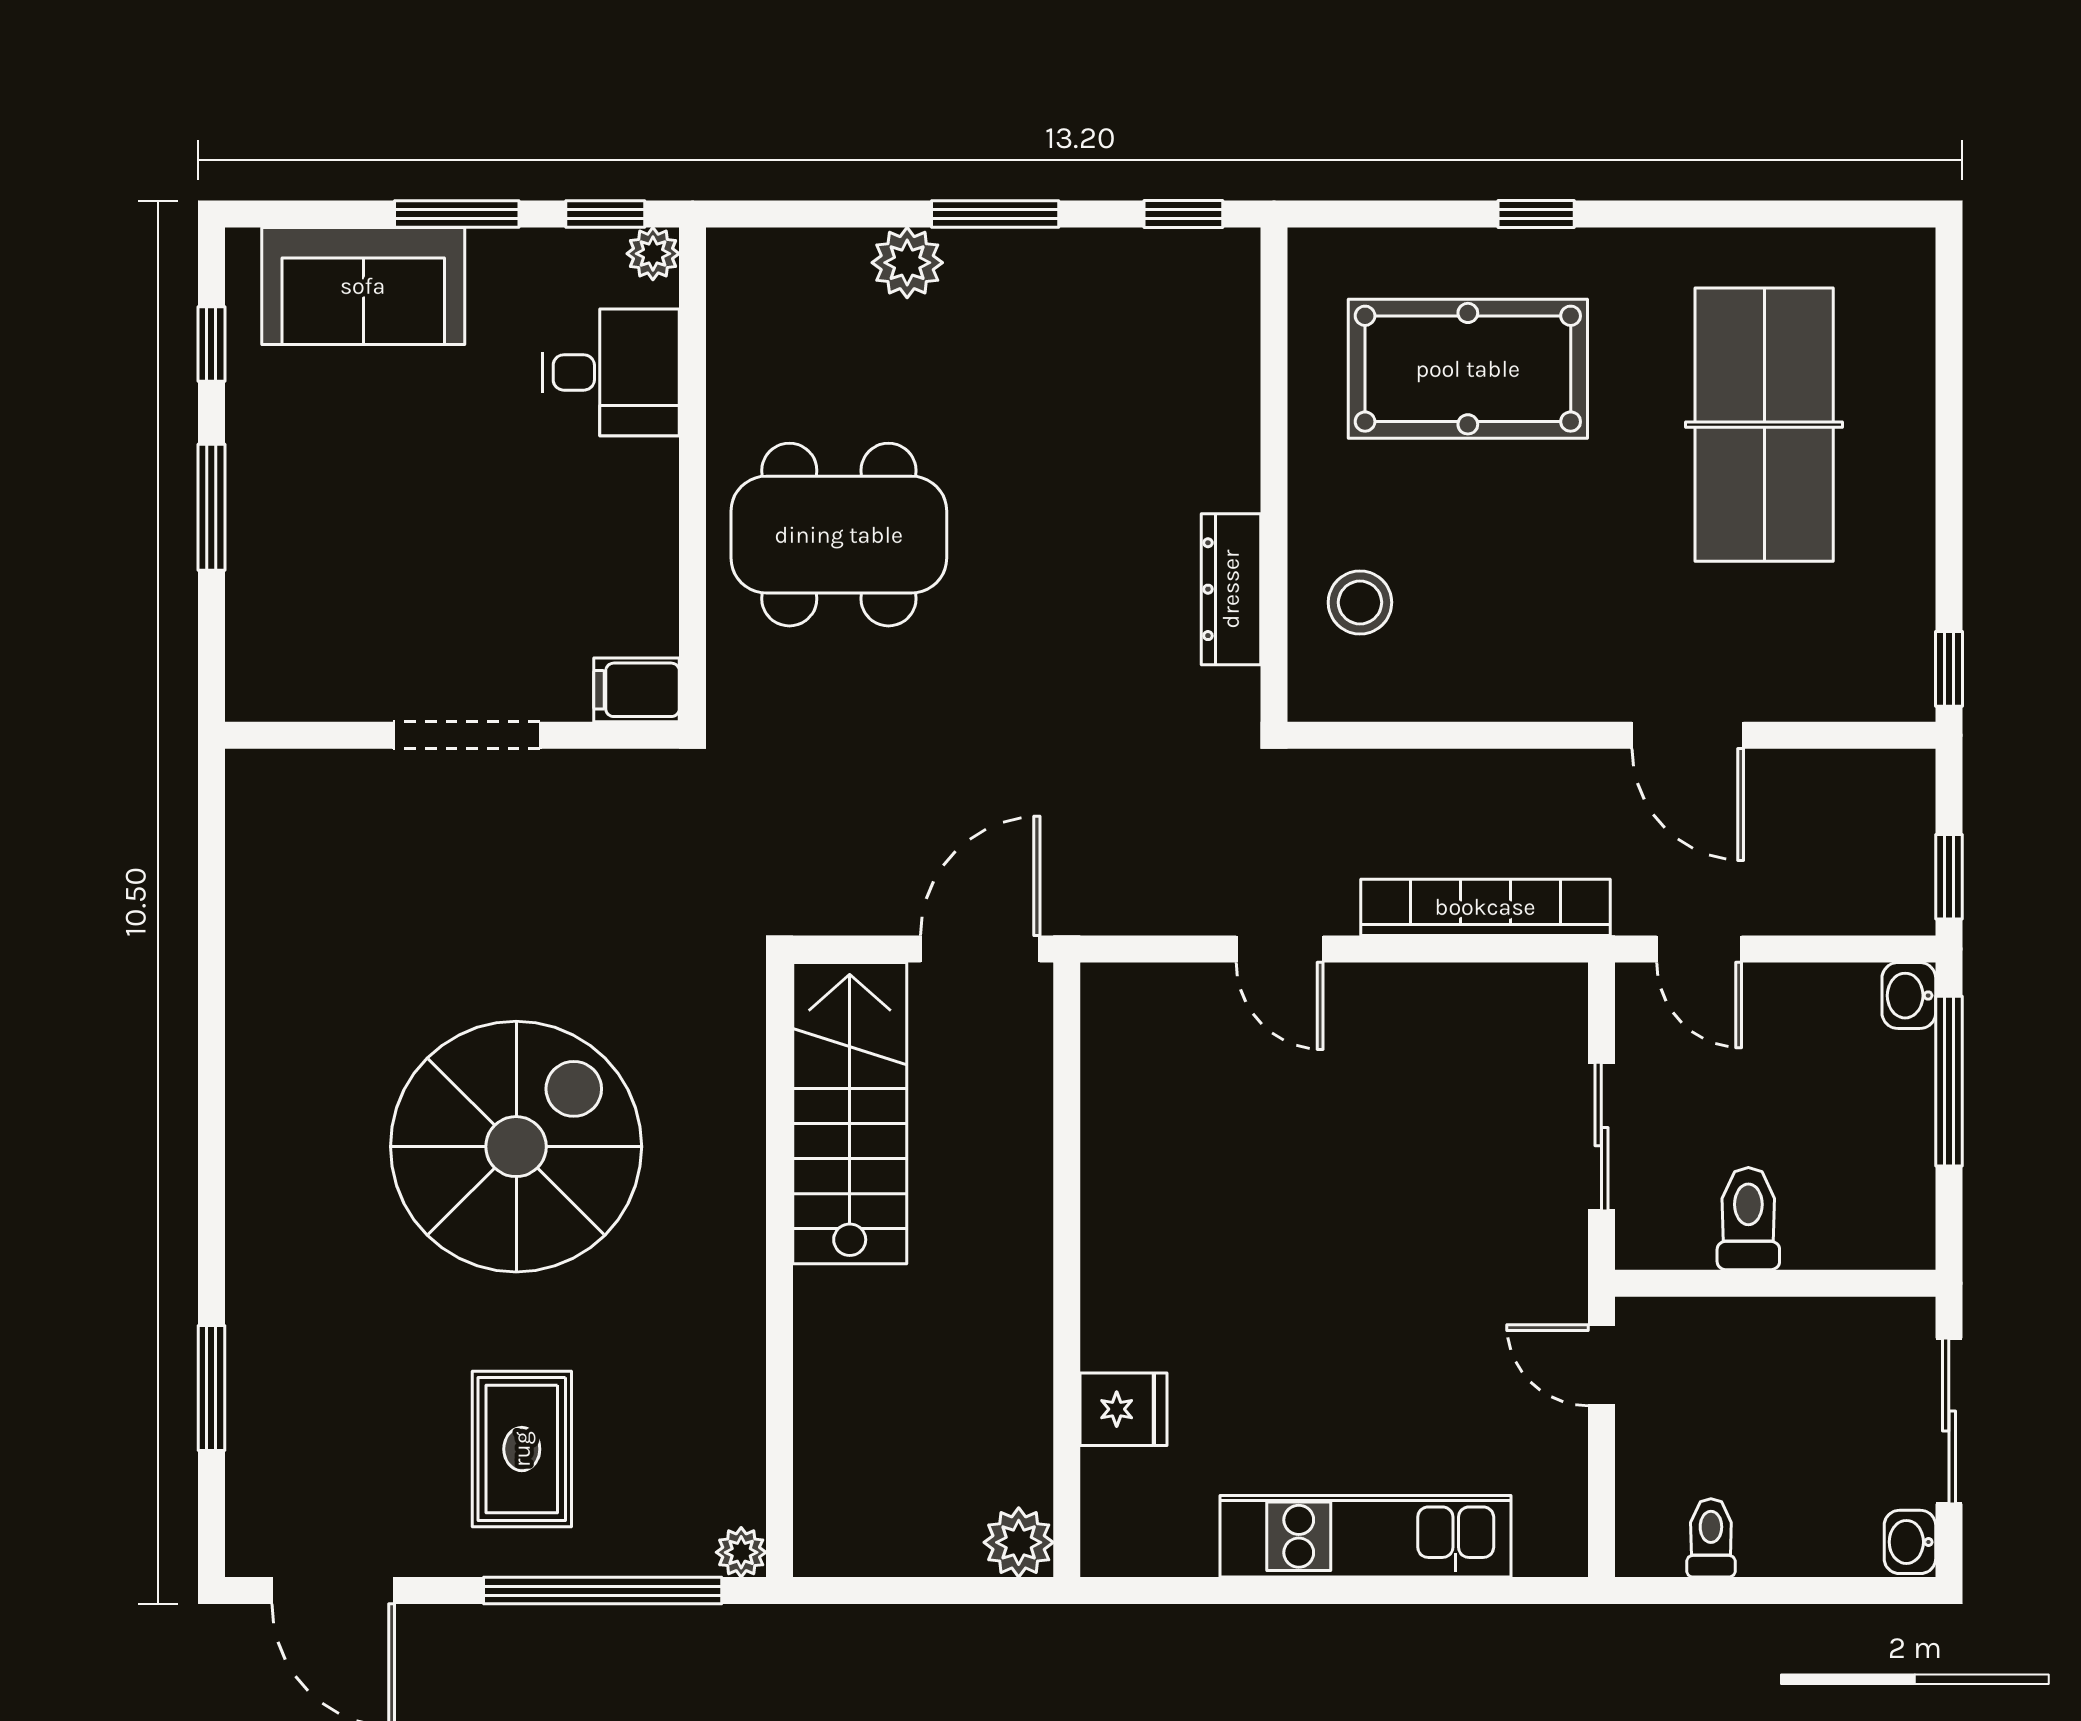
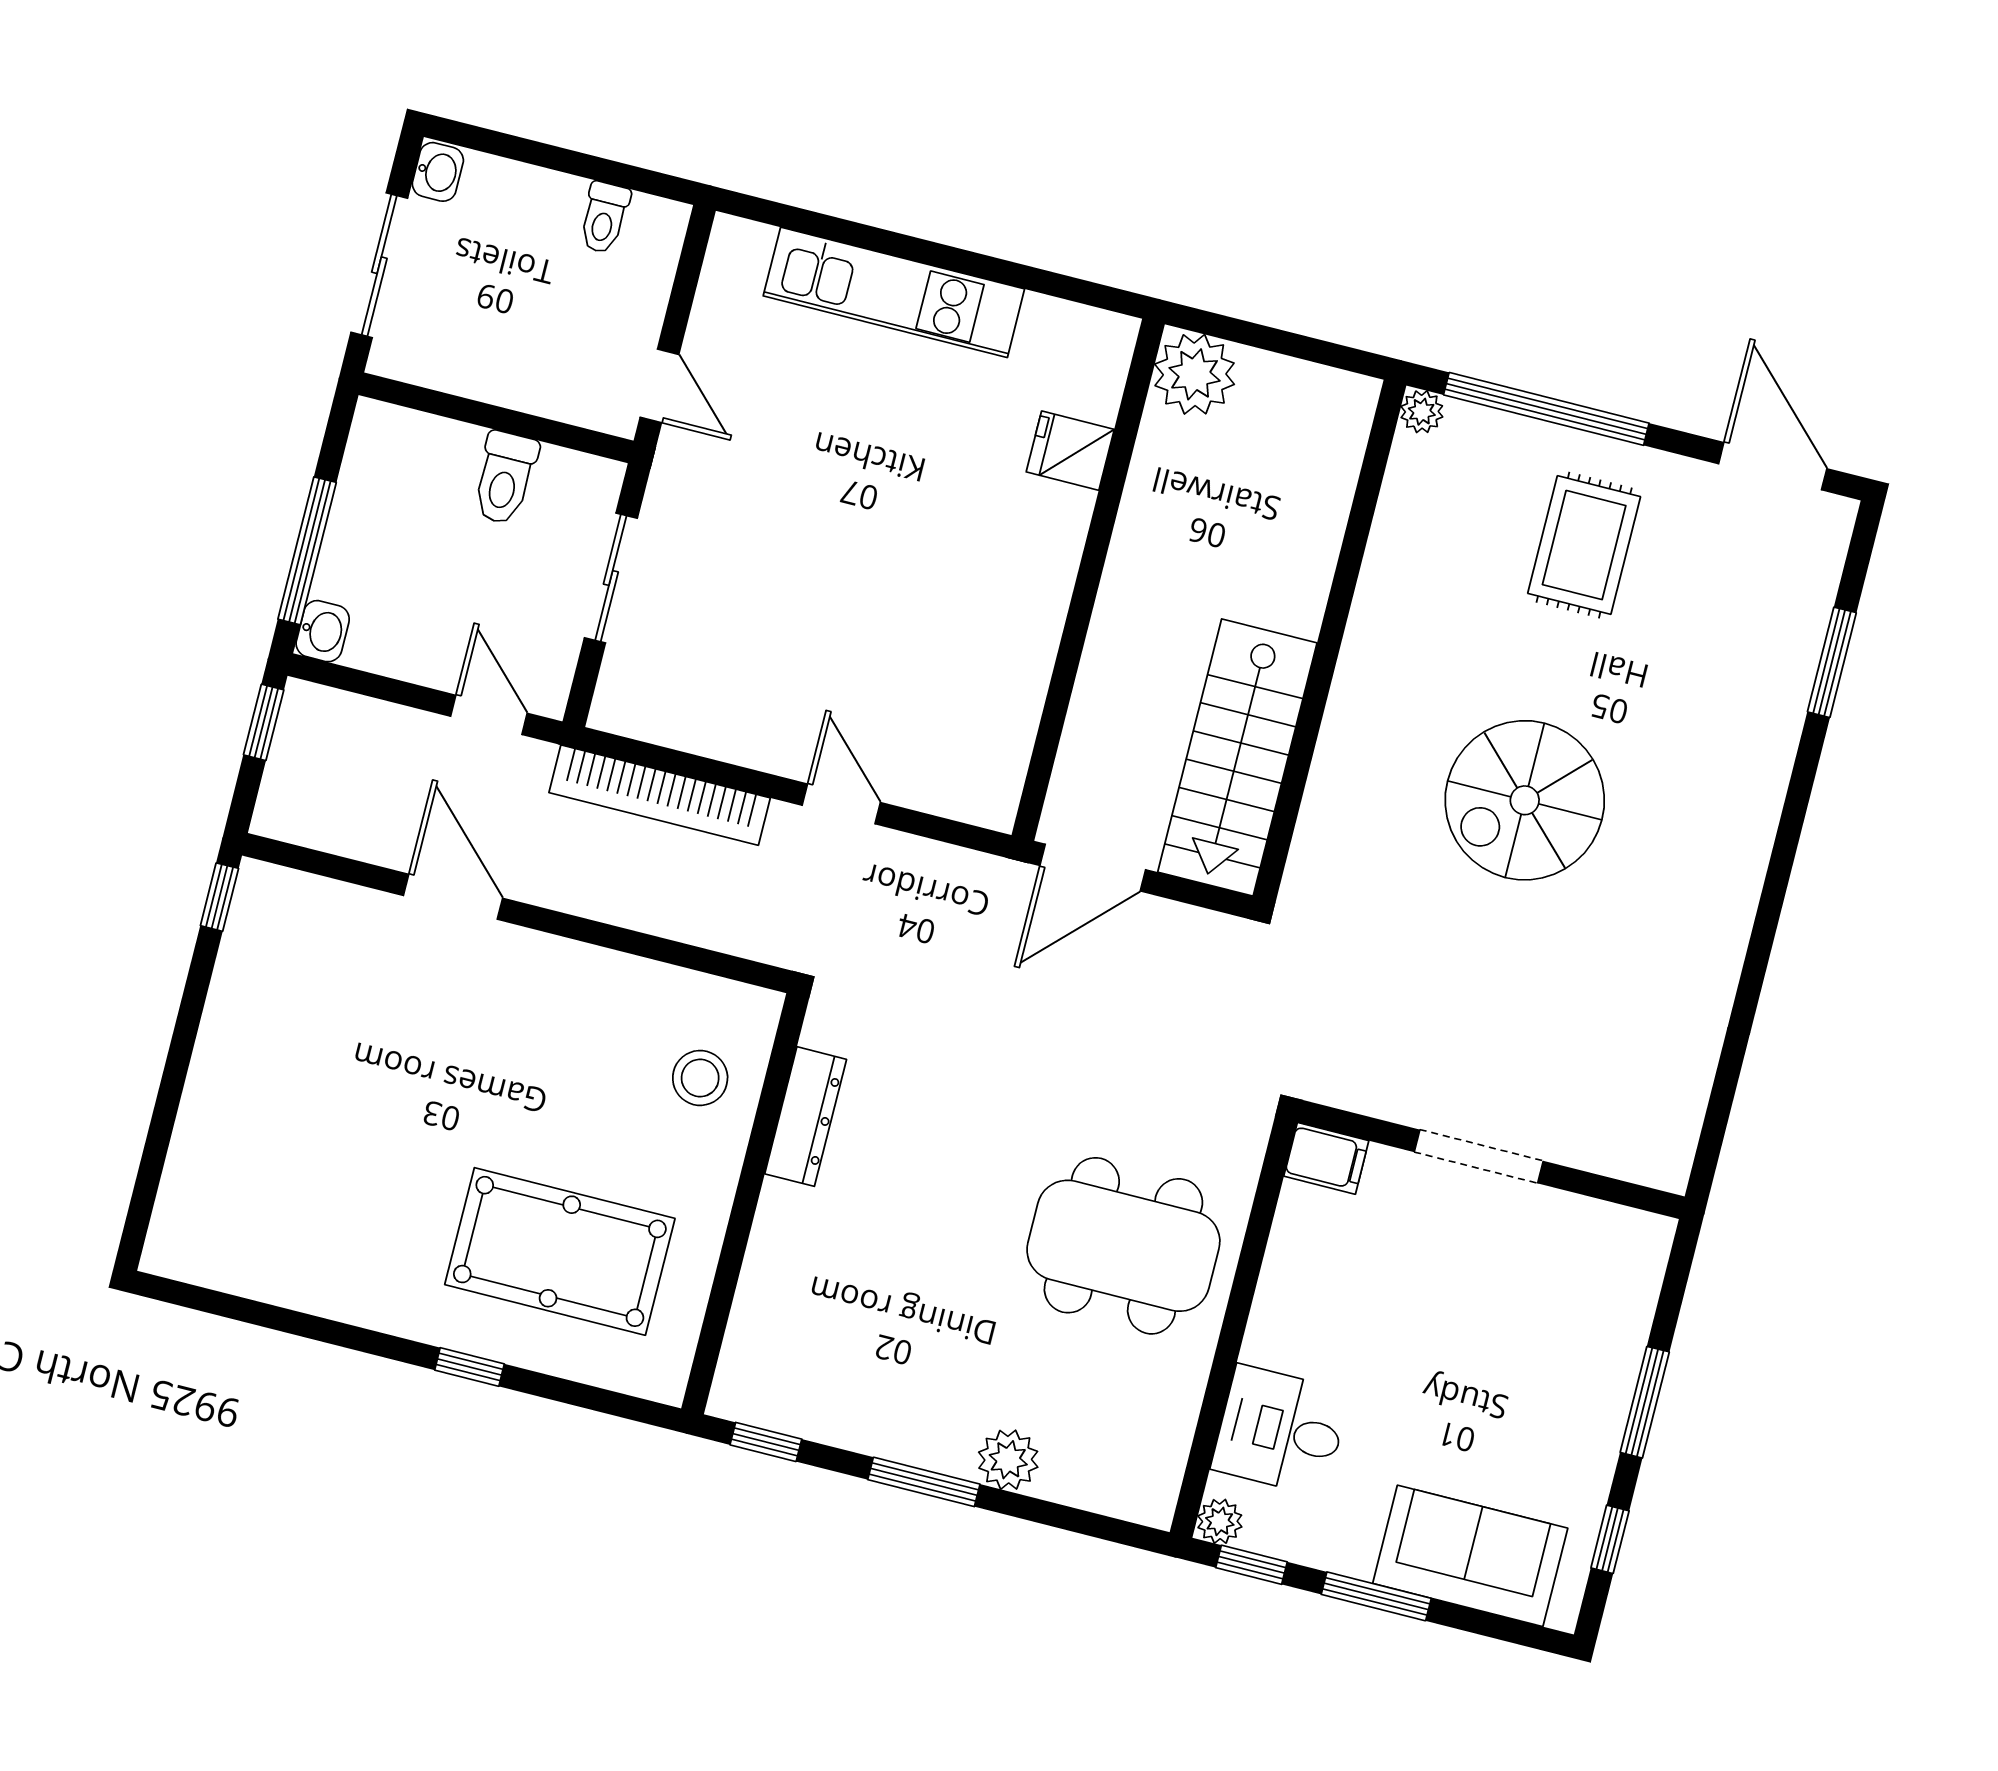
table tennis table: (1764, 425) -> (323, 1141), removed
spiral stairs: (516, 1147) -> (1525, 800), width x0.73, depth x0.73
plant: (1019, 1542) -> (1195, 374), width x1.36, depth x1.36

